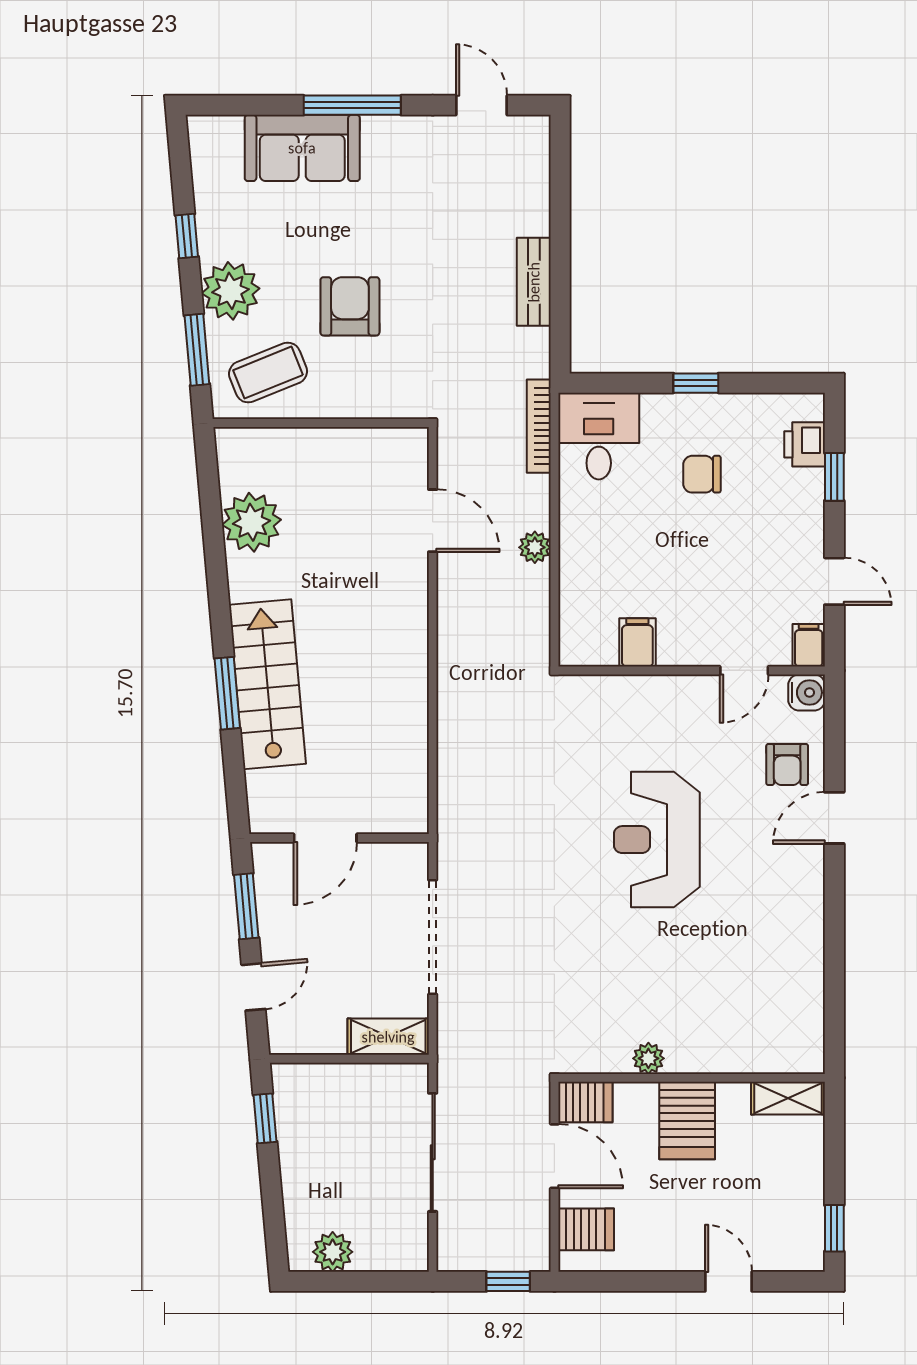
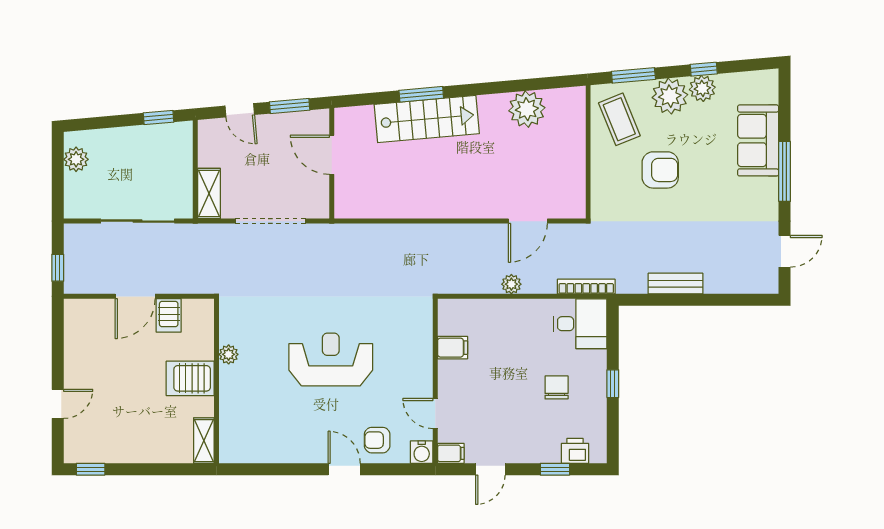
plant: (218, 238) -> (702, 88), added
plant: (648, 1058) -> (229, 354), moved
wall: (692, 1078) -> (217, 381), moved
shelving: (788, 1098) -> (204, 441), moved
server rack: (687, 1120) -> (190, 378), moved
server rack: (586, 1229) -> (90, 316), removed

